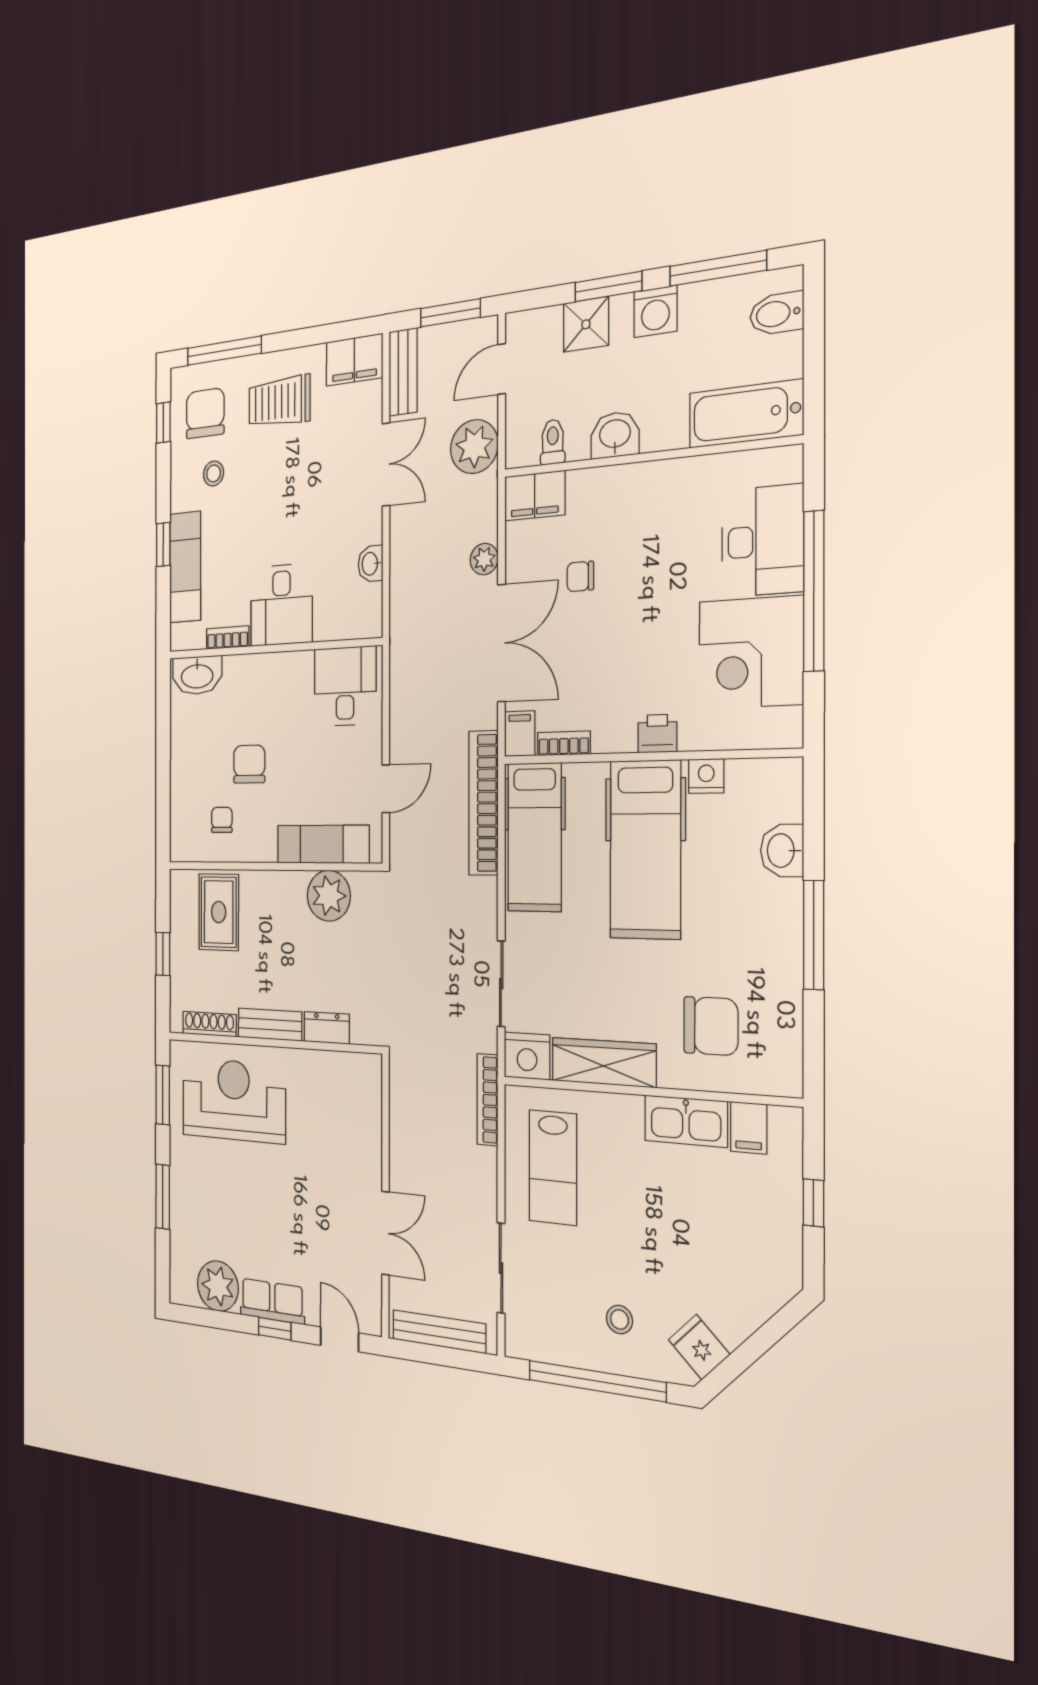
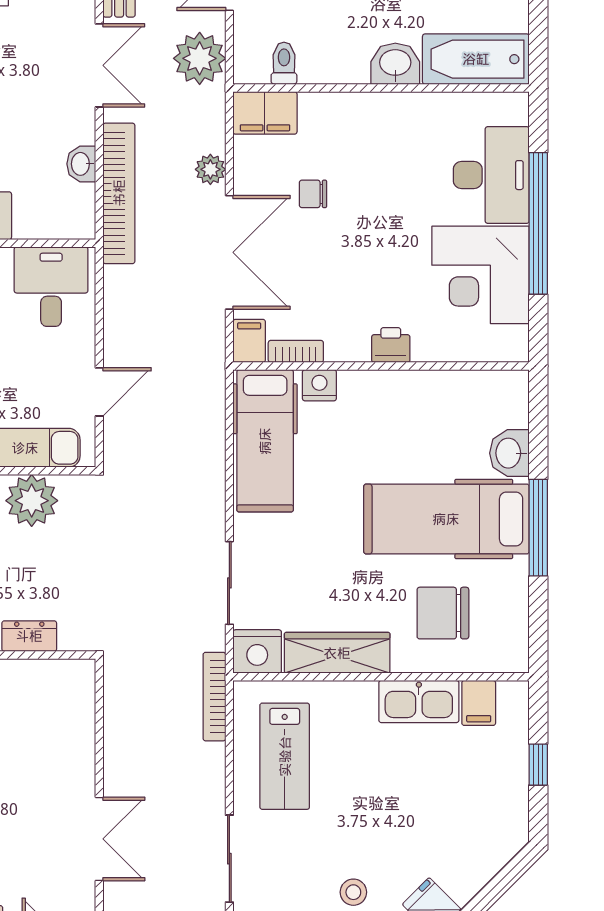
washbasin: (615, 435) -> (395, 64), moved
nightstand: (706, 776) -> (319, 385), moved
bookcase: (483, 803) -> (119, 193), moved, turned 180
hospital bed: (645, 850) -> (446, 519), moved, turned 90
chair: (711, 1026) -> (443, 613), turned 180

